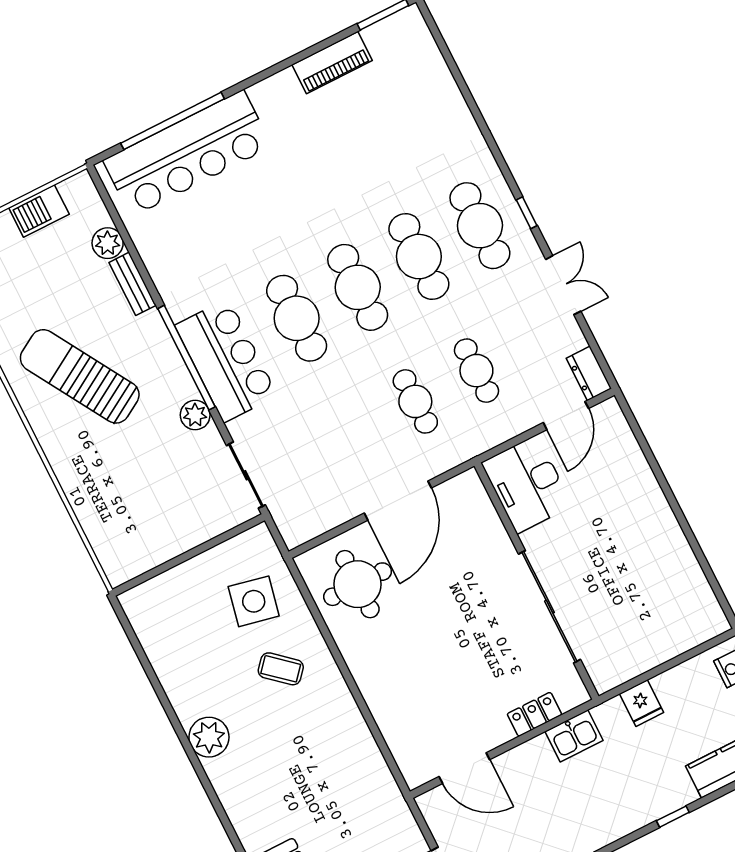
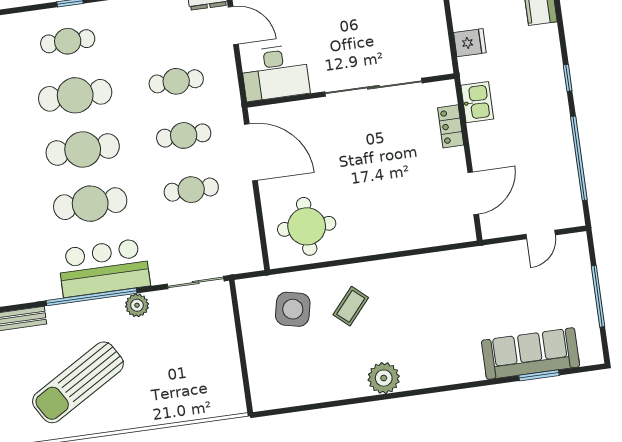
cafe table: (480, 226) -> (68, 41), width x0.73, depth x0.74
cafe table: (354, 432) -> (191, 190), added
door: (398, 501) -> (251, 152), moved
window: (673, 817) -> (568, 78), moved

